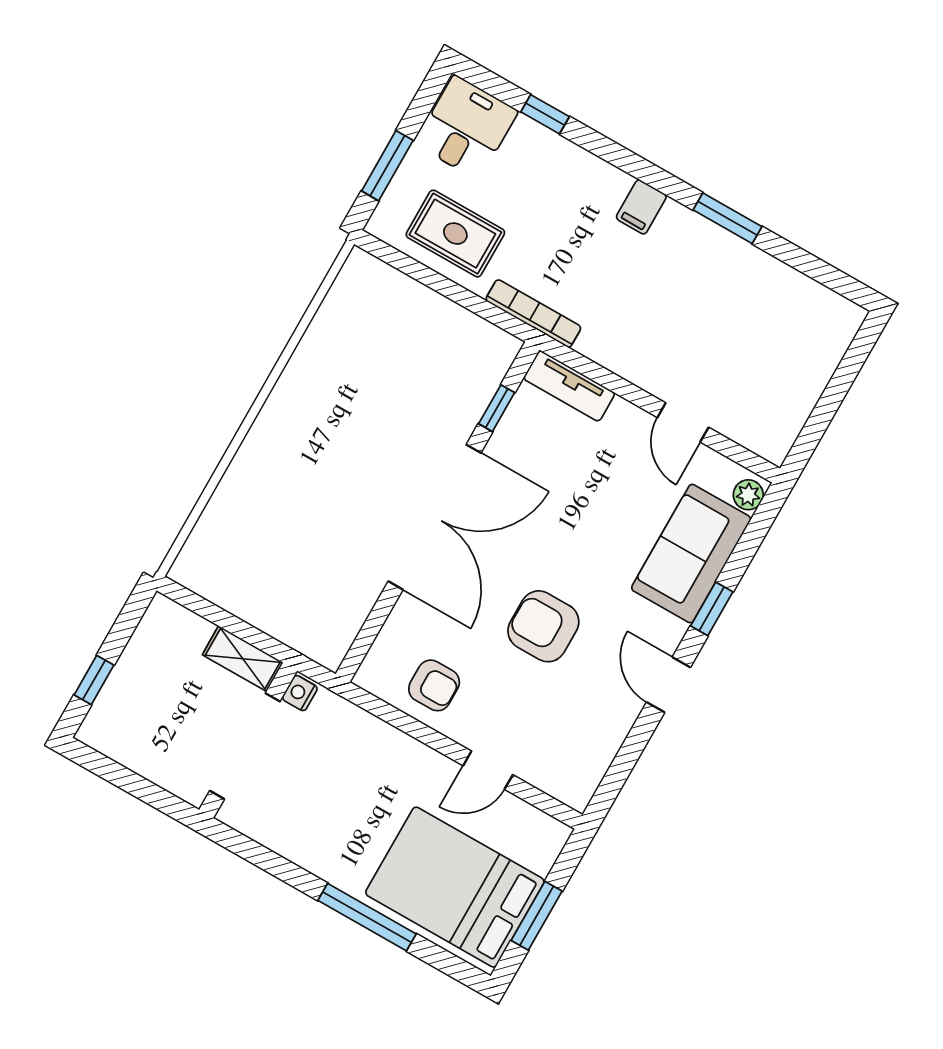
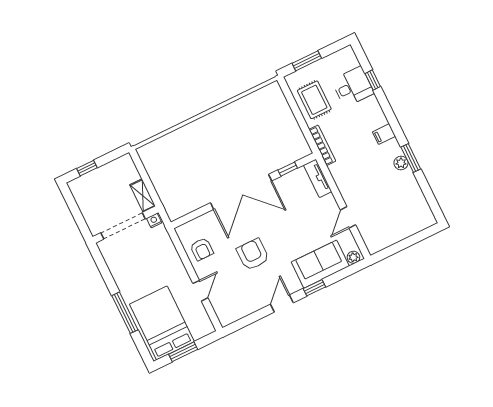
desk: (466, 127) -> (353, 87), moved
plant: (715, 242) -> (401, 163), added
door: (488, 770) -> (200, 291), swing flipped

